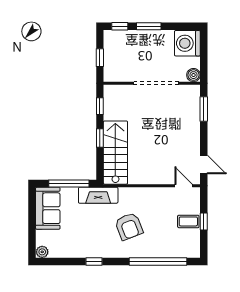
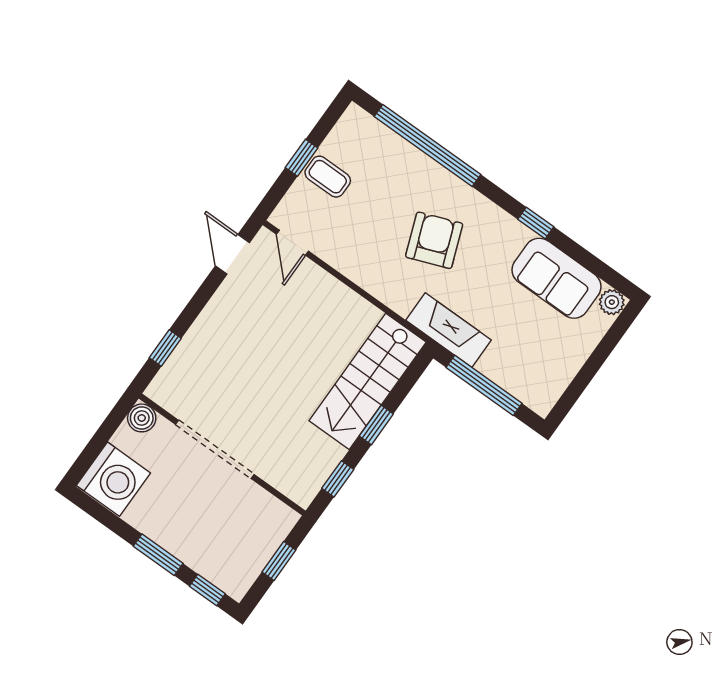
window: (204, 109) -> (165, 348), width x0.67
sofa: (48, 208) -> (557, 278), moved, turned -90

